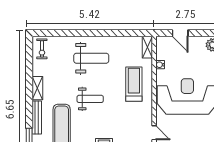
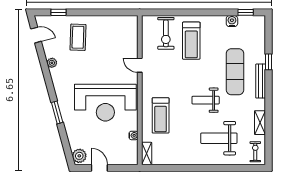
door: (180, 33) -> (99, 168), moved
weight bench: (91, 58) -> (219, 138), moved
shelving: (37, 88) -> (260, 123), moved

